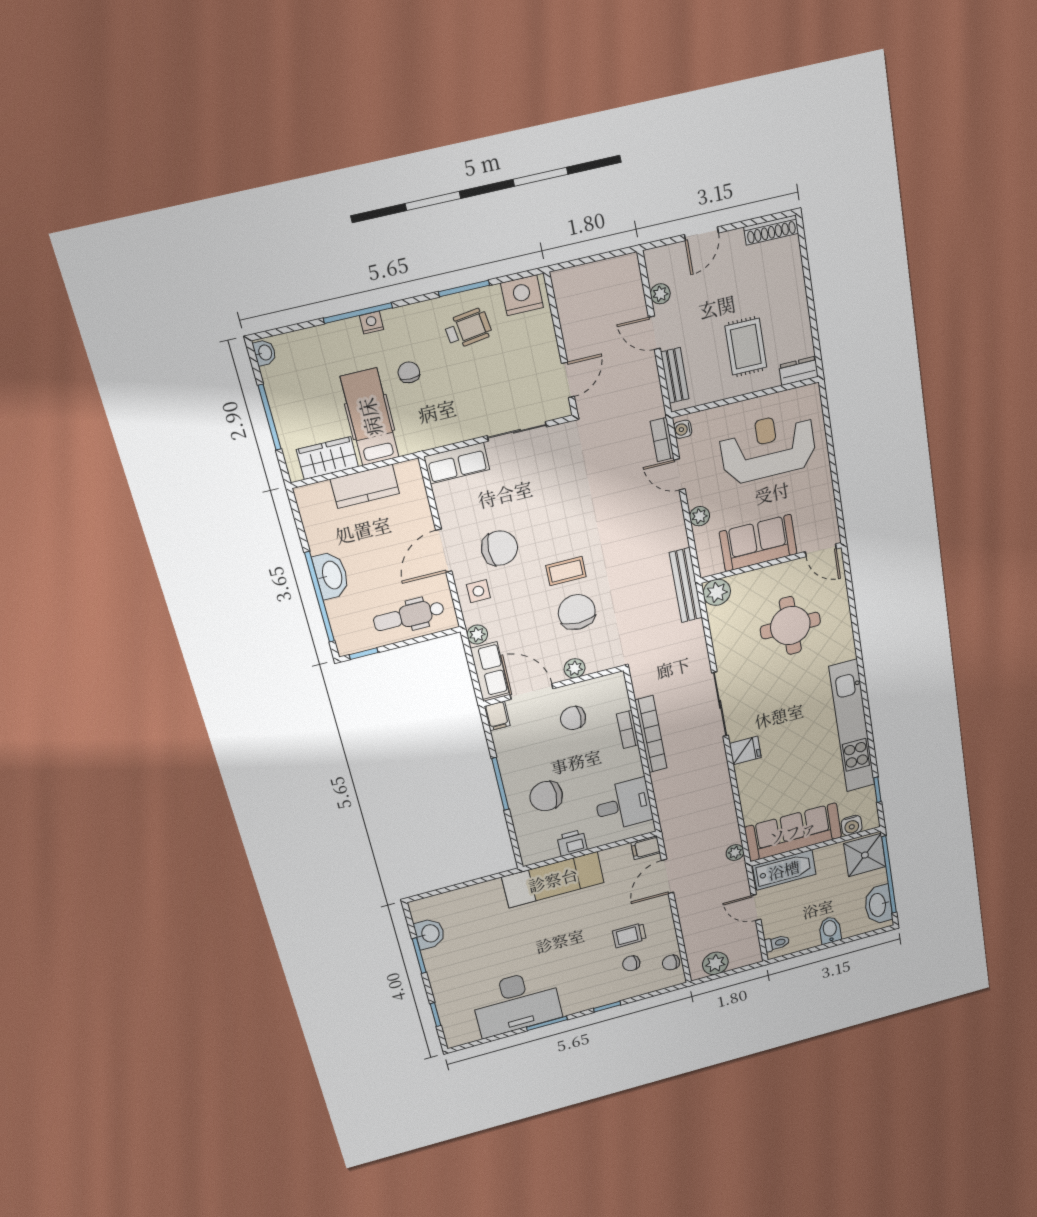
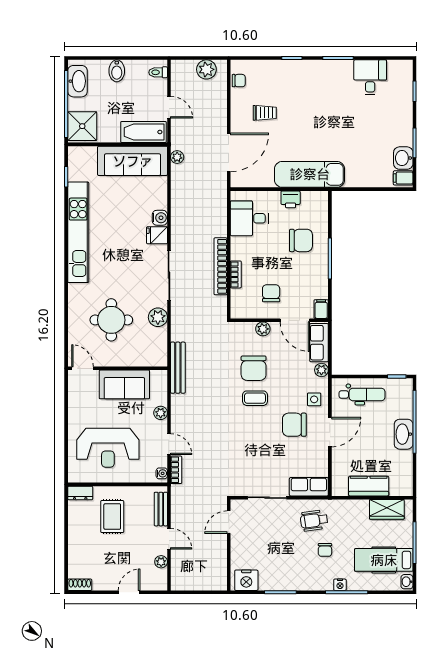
shoe rack: (771, 230) -> (80, 585), width x0.70
wheelchair: (468, 328) -> (314, 520), moved
hospital bed: (370, 417) -> (384, 560), moved, turned 90
plant: (717, 592) -> (158, 317), moved
chair: (573, 718) -> (271, 293), turned -90
water cooler: (852, 825) -> (160, 218), moved, turned 90
filing cabinet: (646, 848) -> (403, 178), moved, turned 180
door: (668, 876) -> (229, 152), width x1.36
chair: (631, 963) -> (268, 89), removed
desk: (516, 1003) -> (370, 77), width x0.53, depth x0.77

